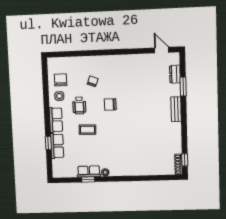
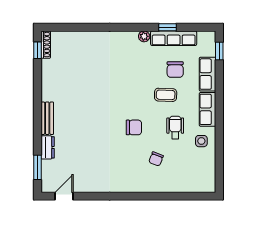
door: (162, 50) -> (64, 196), swing flipped
dresser: (175, 74) -> (48, 147), moved
chair: (61, 80) -> (175, 70), moved
window: (183, 87) -> (37, 167), moved
window: (48, 143) -> (219, 51), moved
row of seats: (89, 171) -> (174, 38), width x1.48

